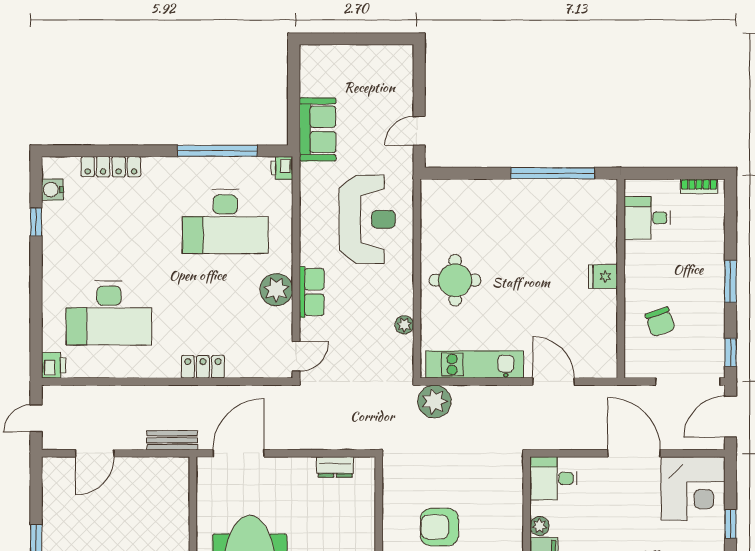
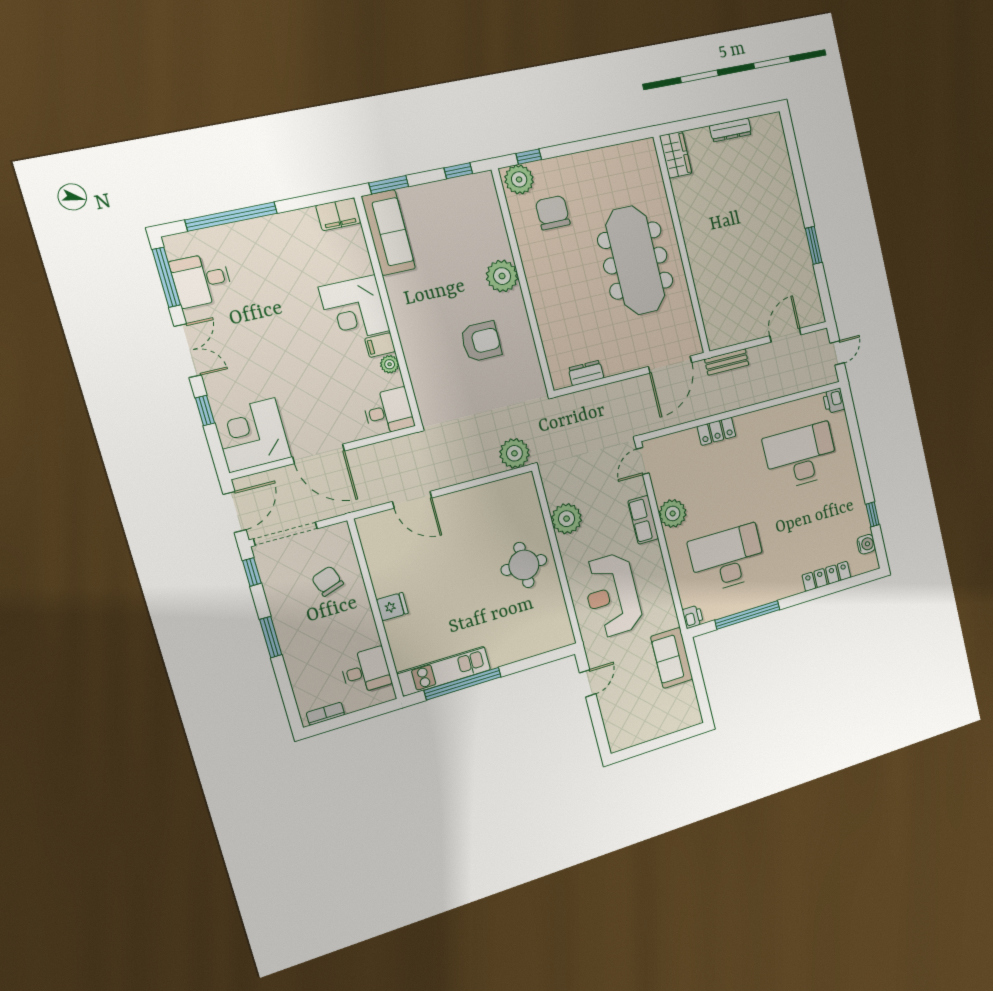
plant: (404, 325) -> (567, 519), width x1.88, depth x1.88
kitchen unit: (475, 364) -> (444, 671), moved, turned 180

